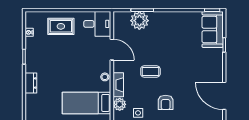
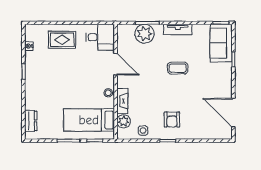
tv unit: (171, 17) -> (178, 30), added
coffee table: (150, 71) -> (178, 68), moved
dresser: (31, 83) -> (31, 121), moved

